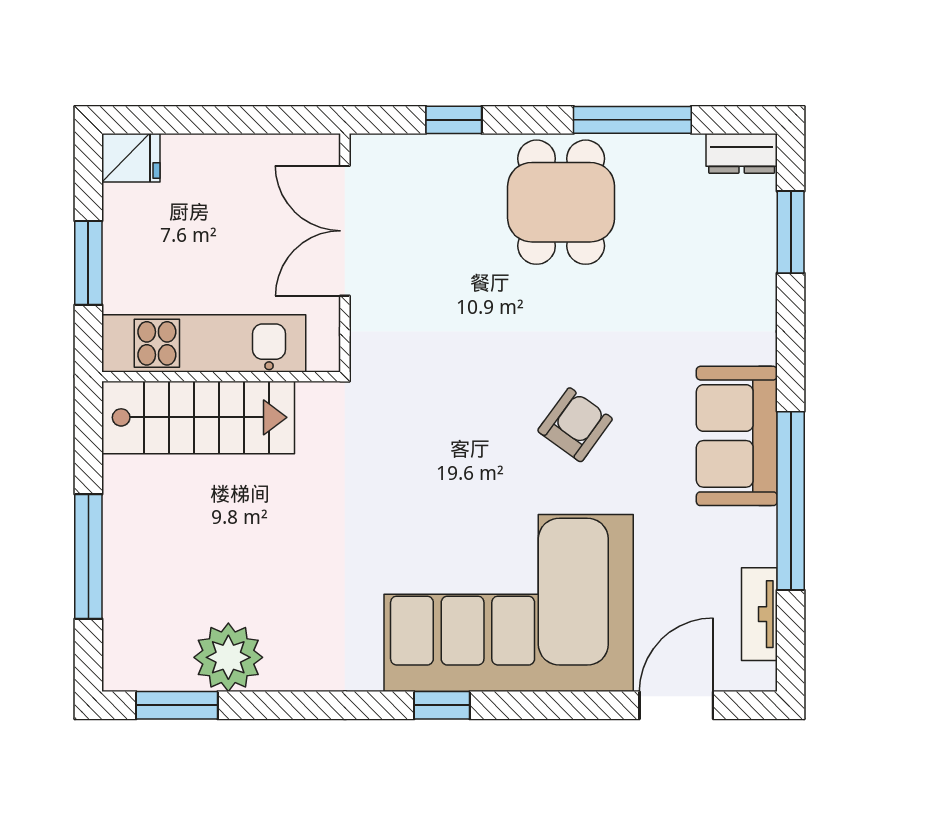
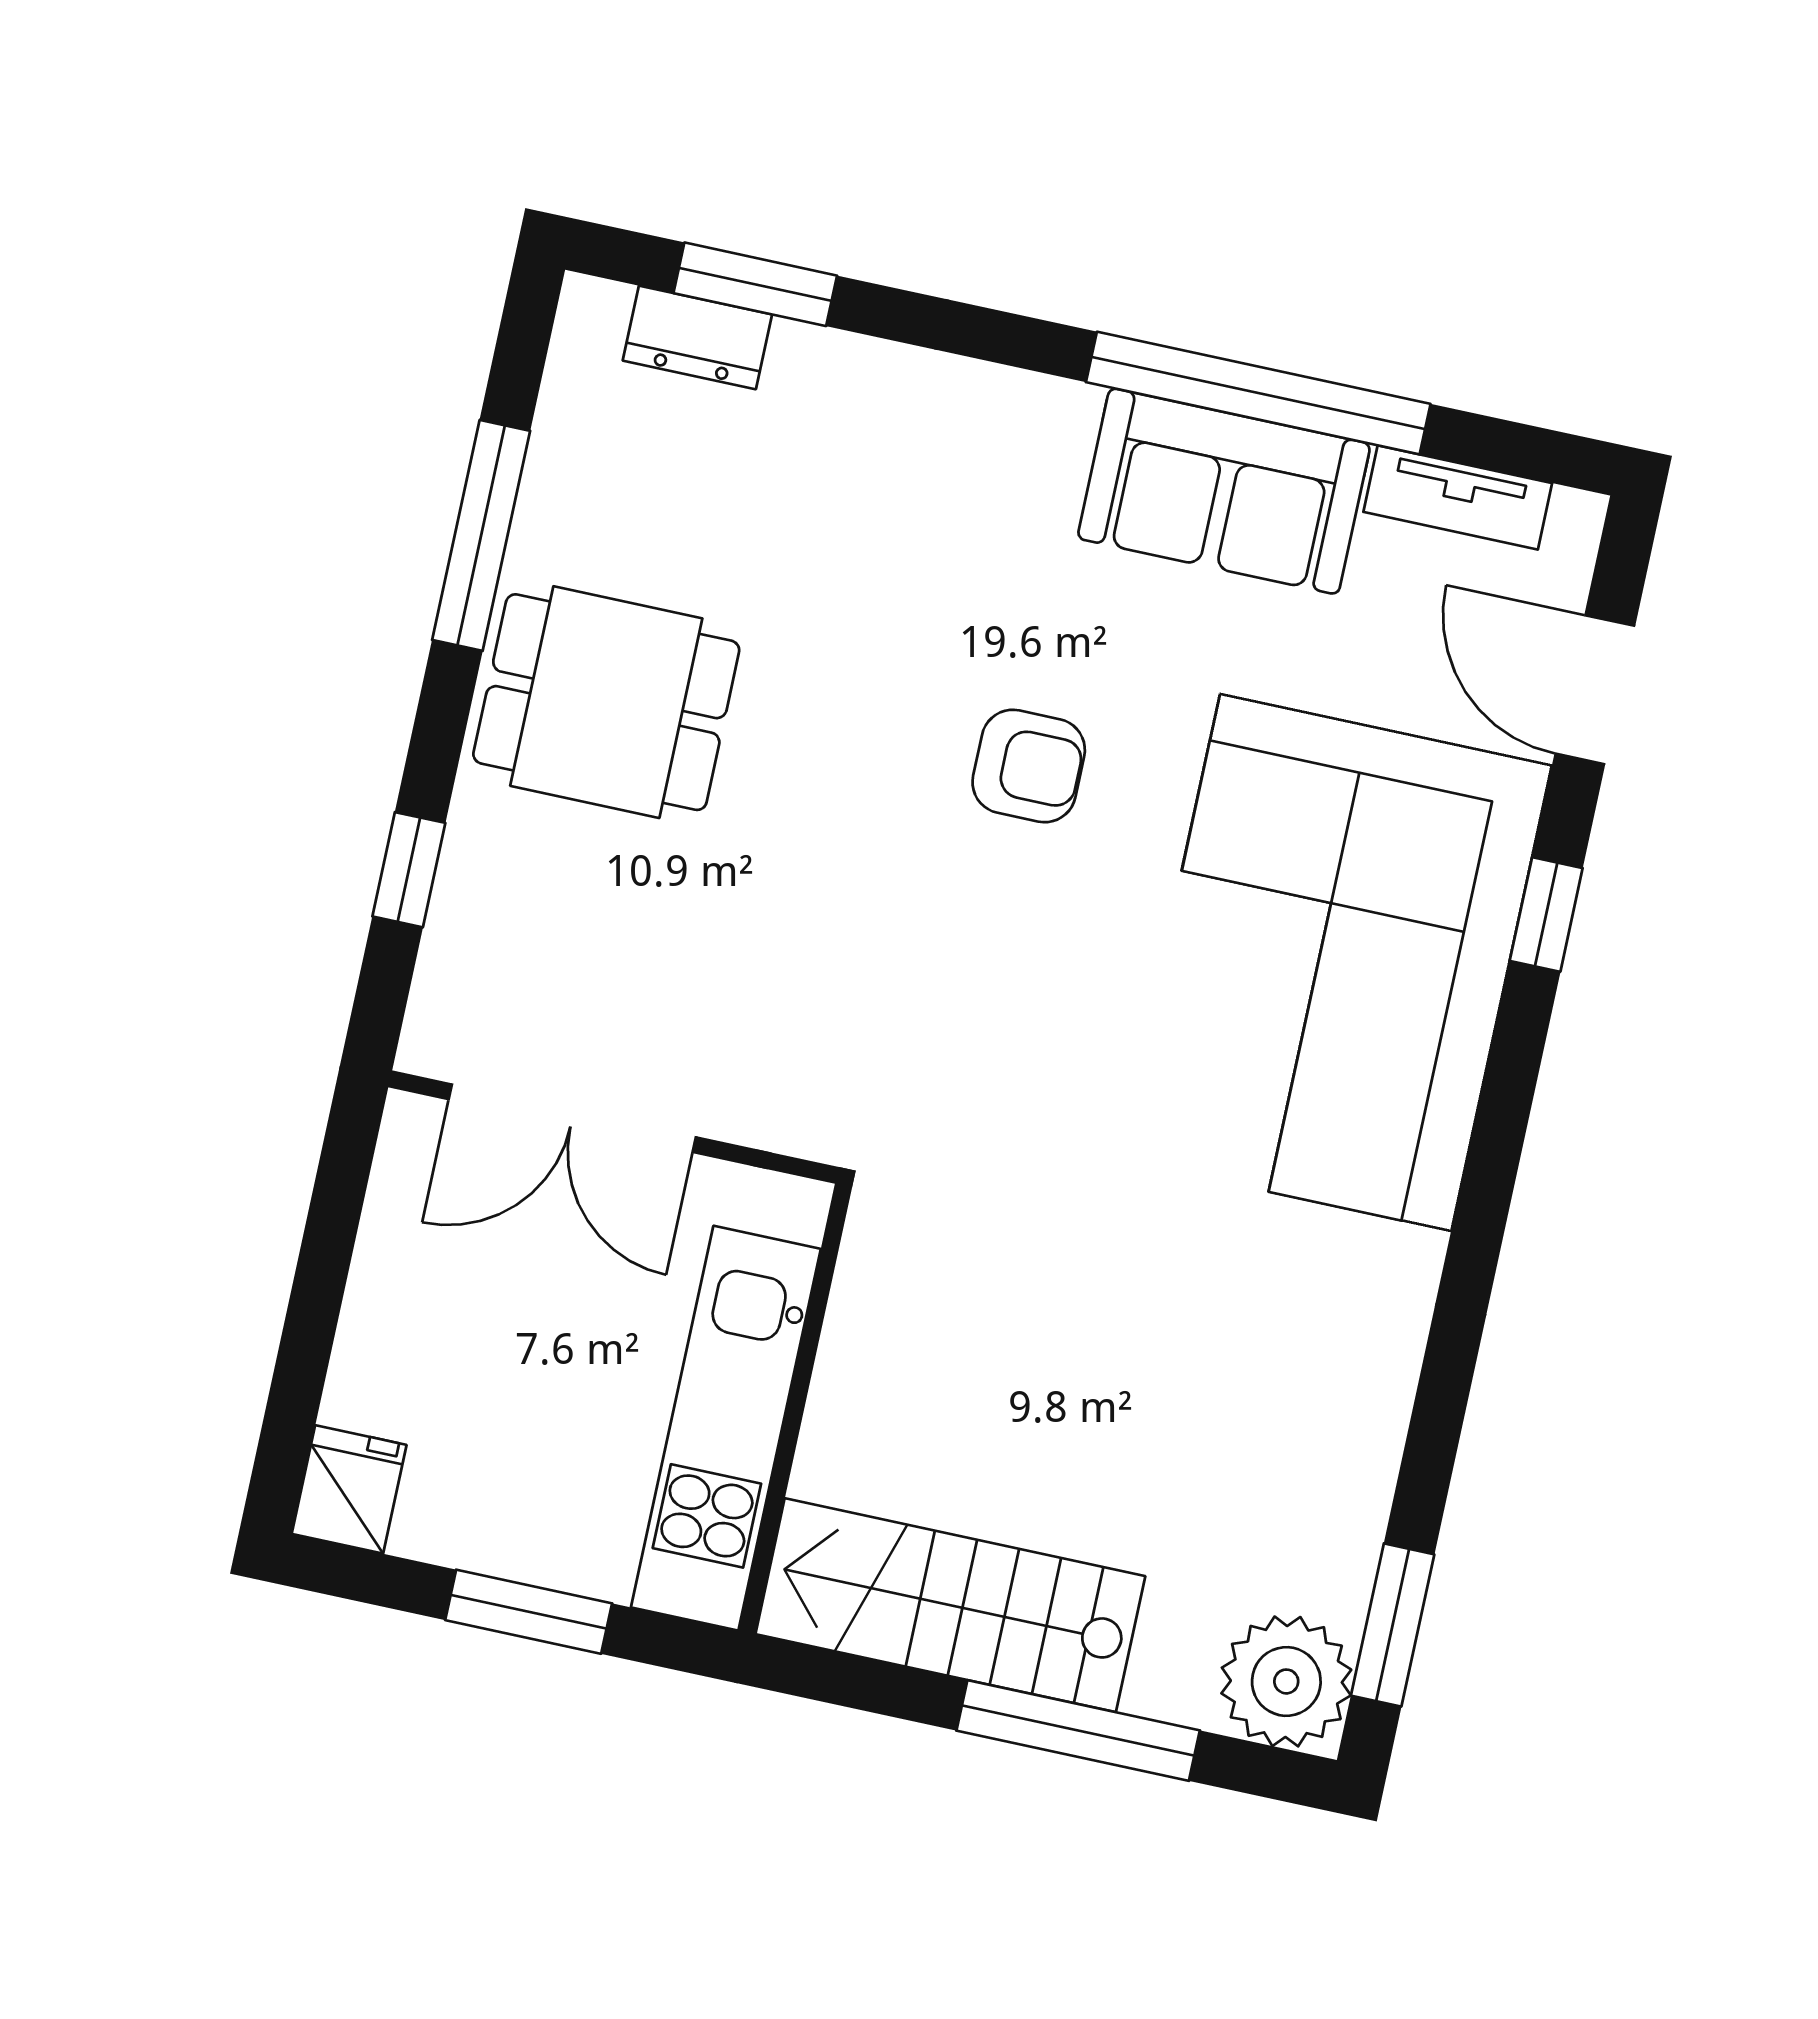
dresser: (742, 153) -> (697, 337), moved, turned 90
stairs: (198, 417) -> (950, 1605), moved, turned -90
armchair: (575, 425) -> (1029, 766), turned 144
sofa: (737, 436) -> (1224, 491), moved
plant: (228, 657) -> (1286, 1681), moved
window: (442, 705) -> (1546, 914), moved

